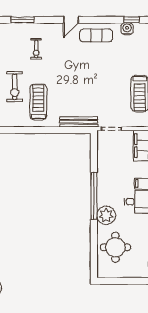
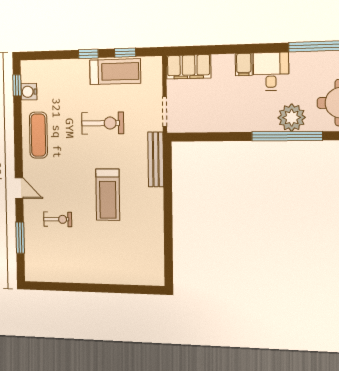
door: (71, 20) -> (19, 188), moved
exercise bike: (15, 87) -> (103, 123), moved
treadmill: (38, 102) -> (108, 195), moved, turned -90
window: (94, 196) -> (287, 136), moved

